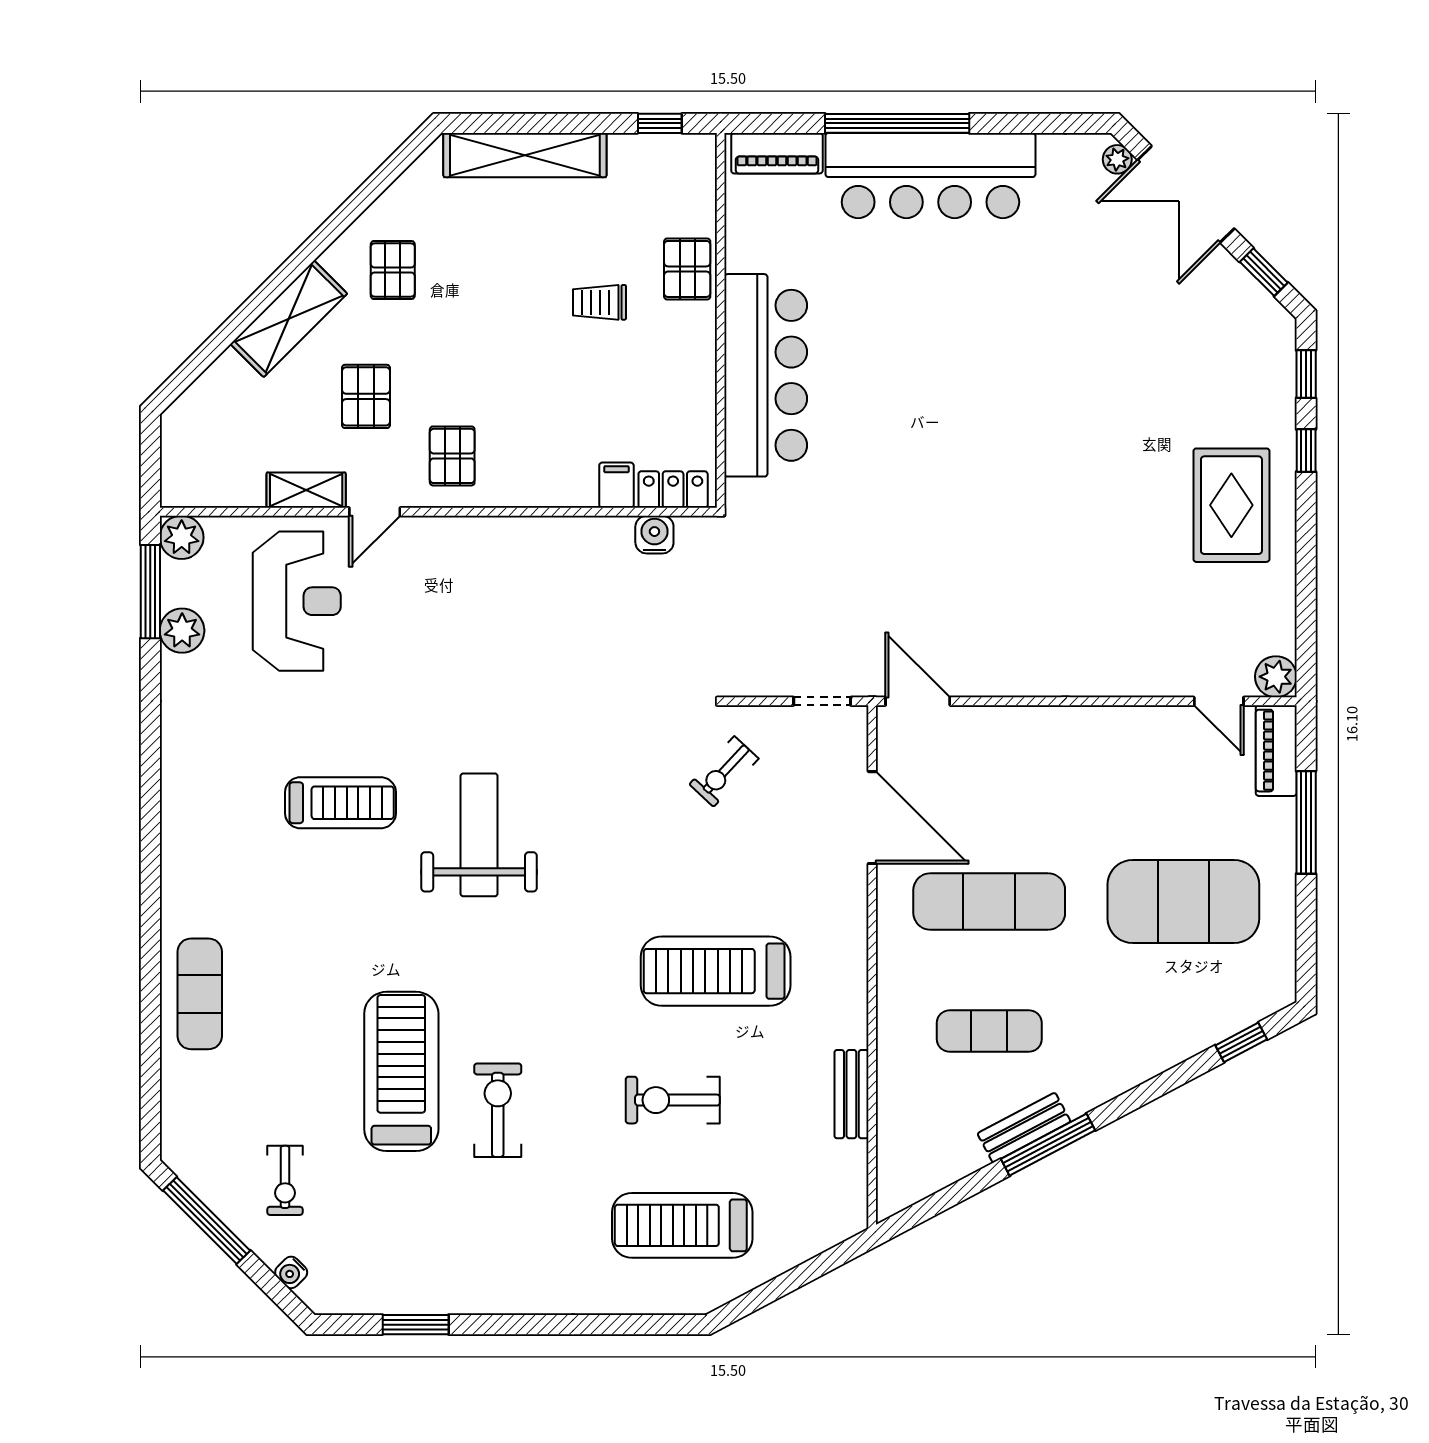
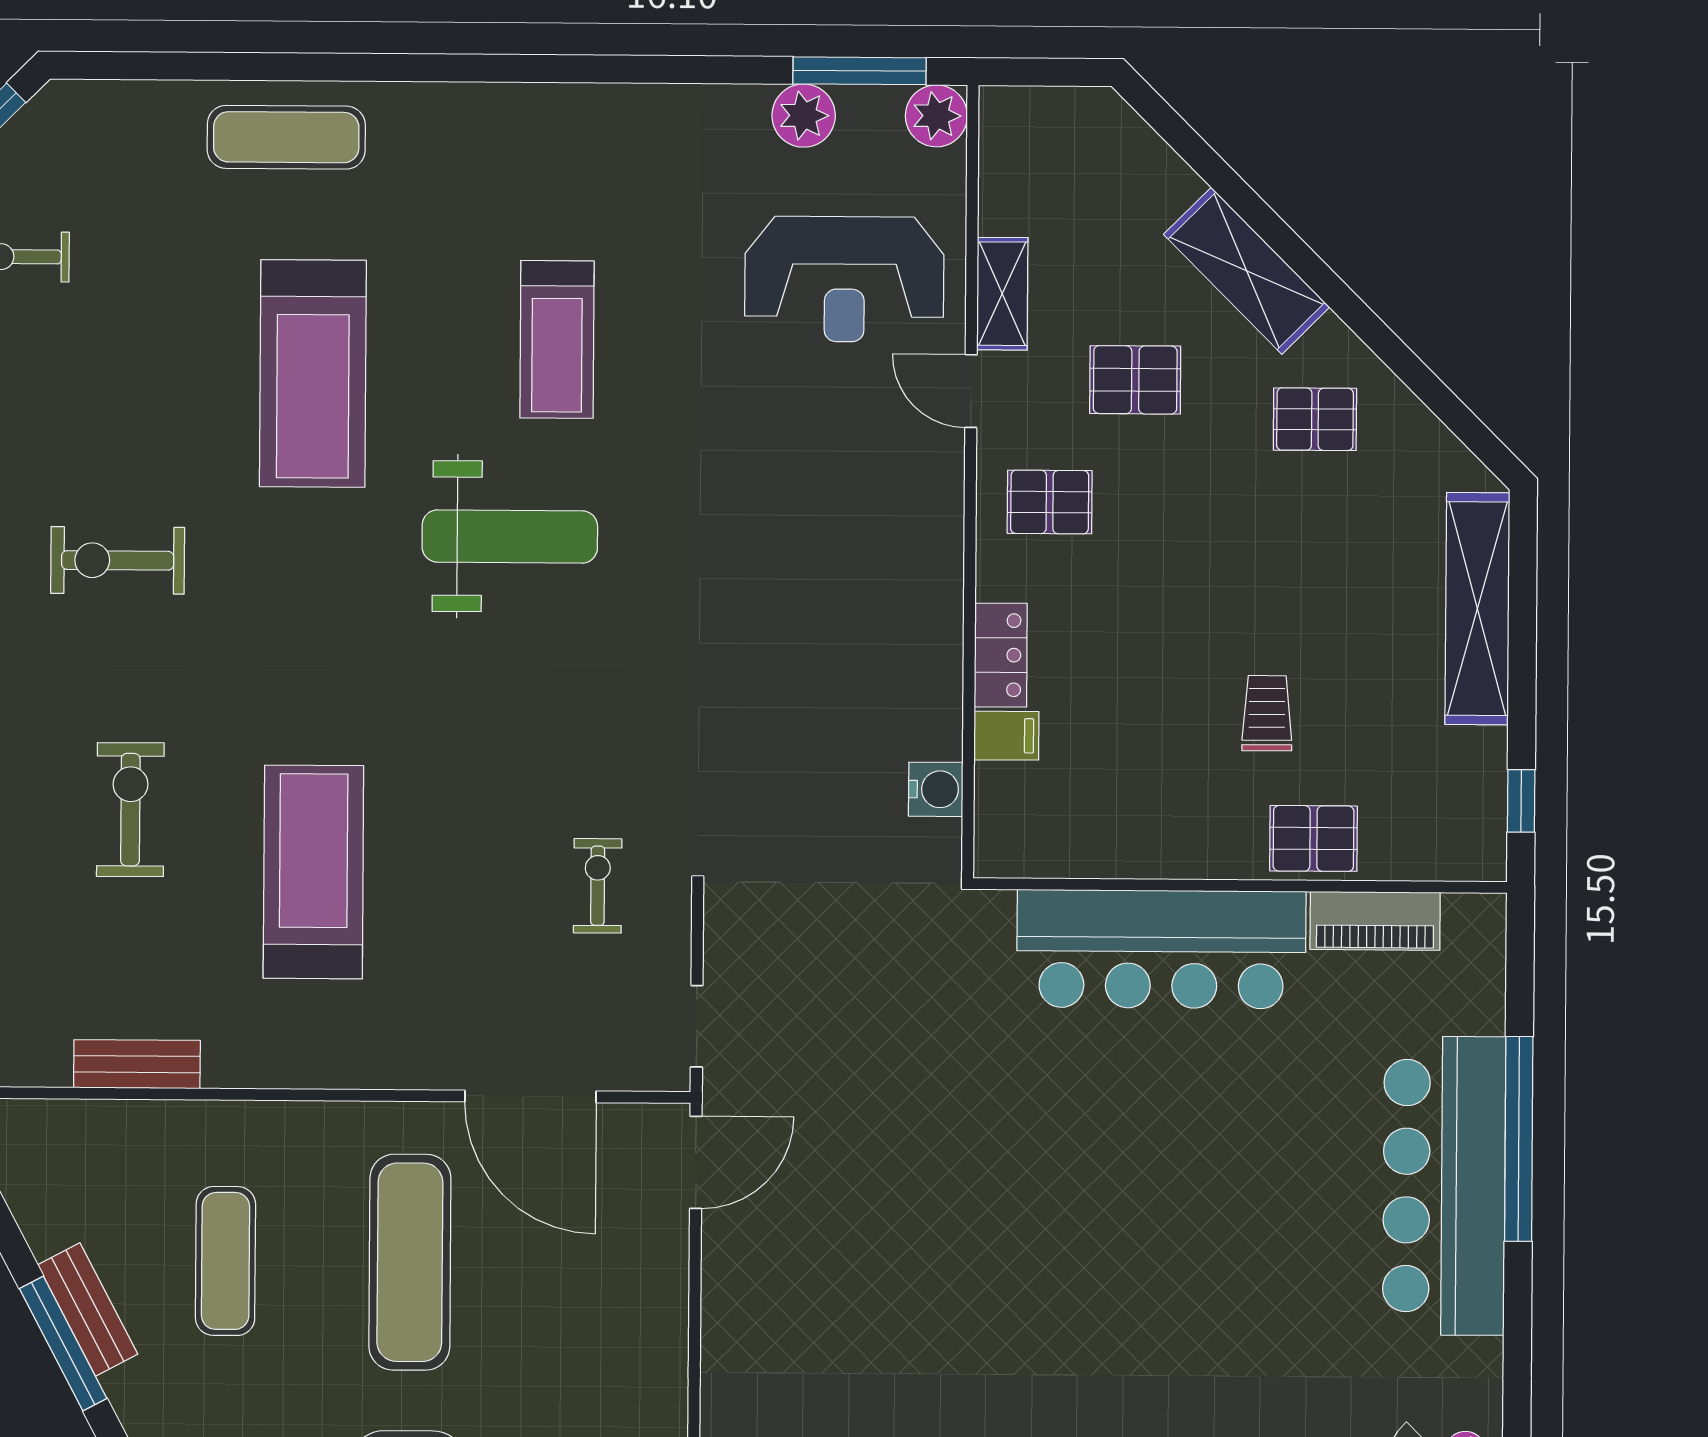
piano: (777, 153) -> (1375, 921), moved, turned -90
locker: (673, 490) -> (1001, 655), moved
exercise bike: (724, 771) -> (598, 886), turned 47
door: (872, 818) -> (531, 1096), hinge flipped
treadmill: (401, 1071) -> (313, 374), moved, turned 90
exercise bike: (498, 1110) -> (118, 560), turned 180

